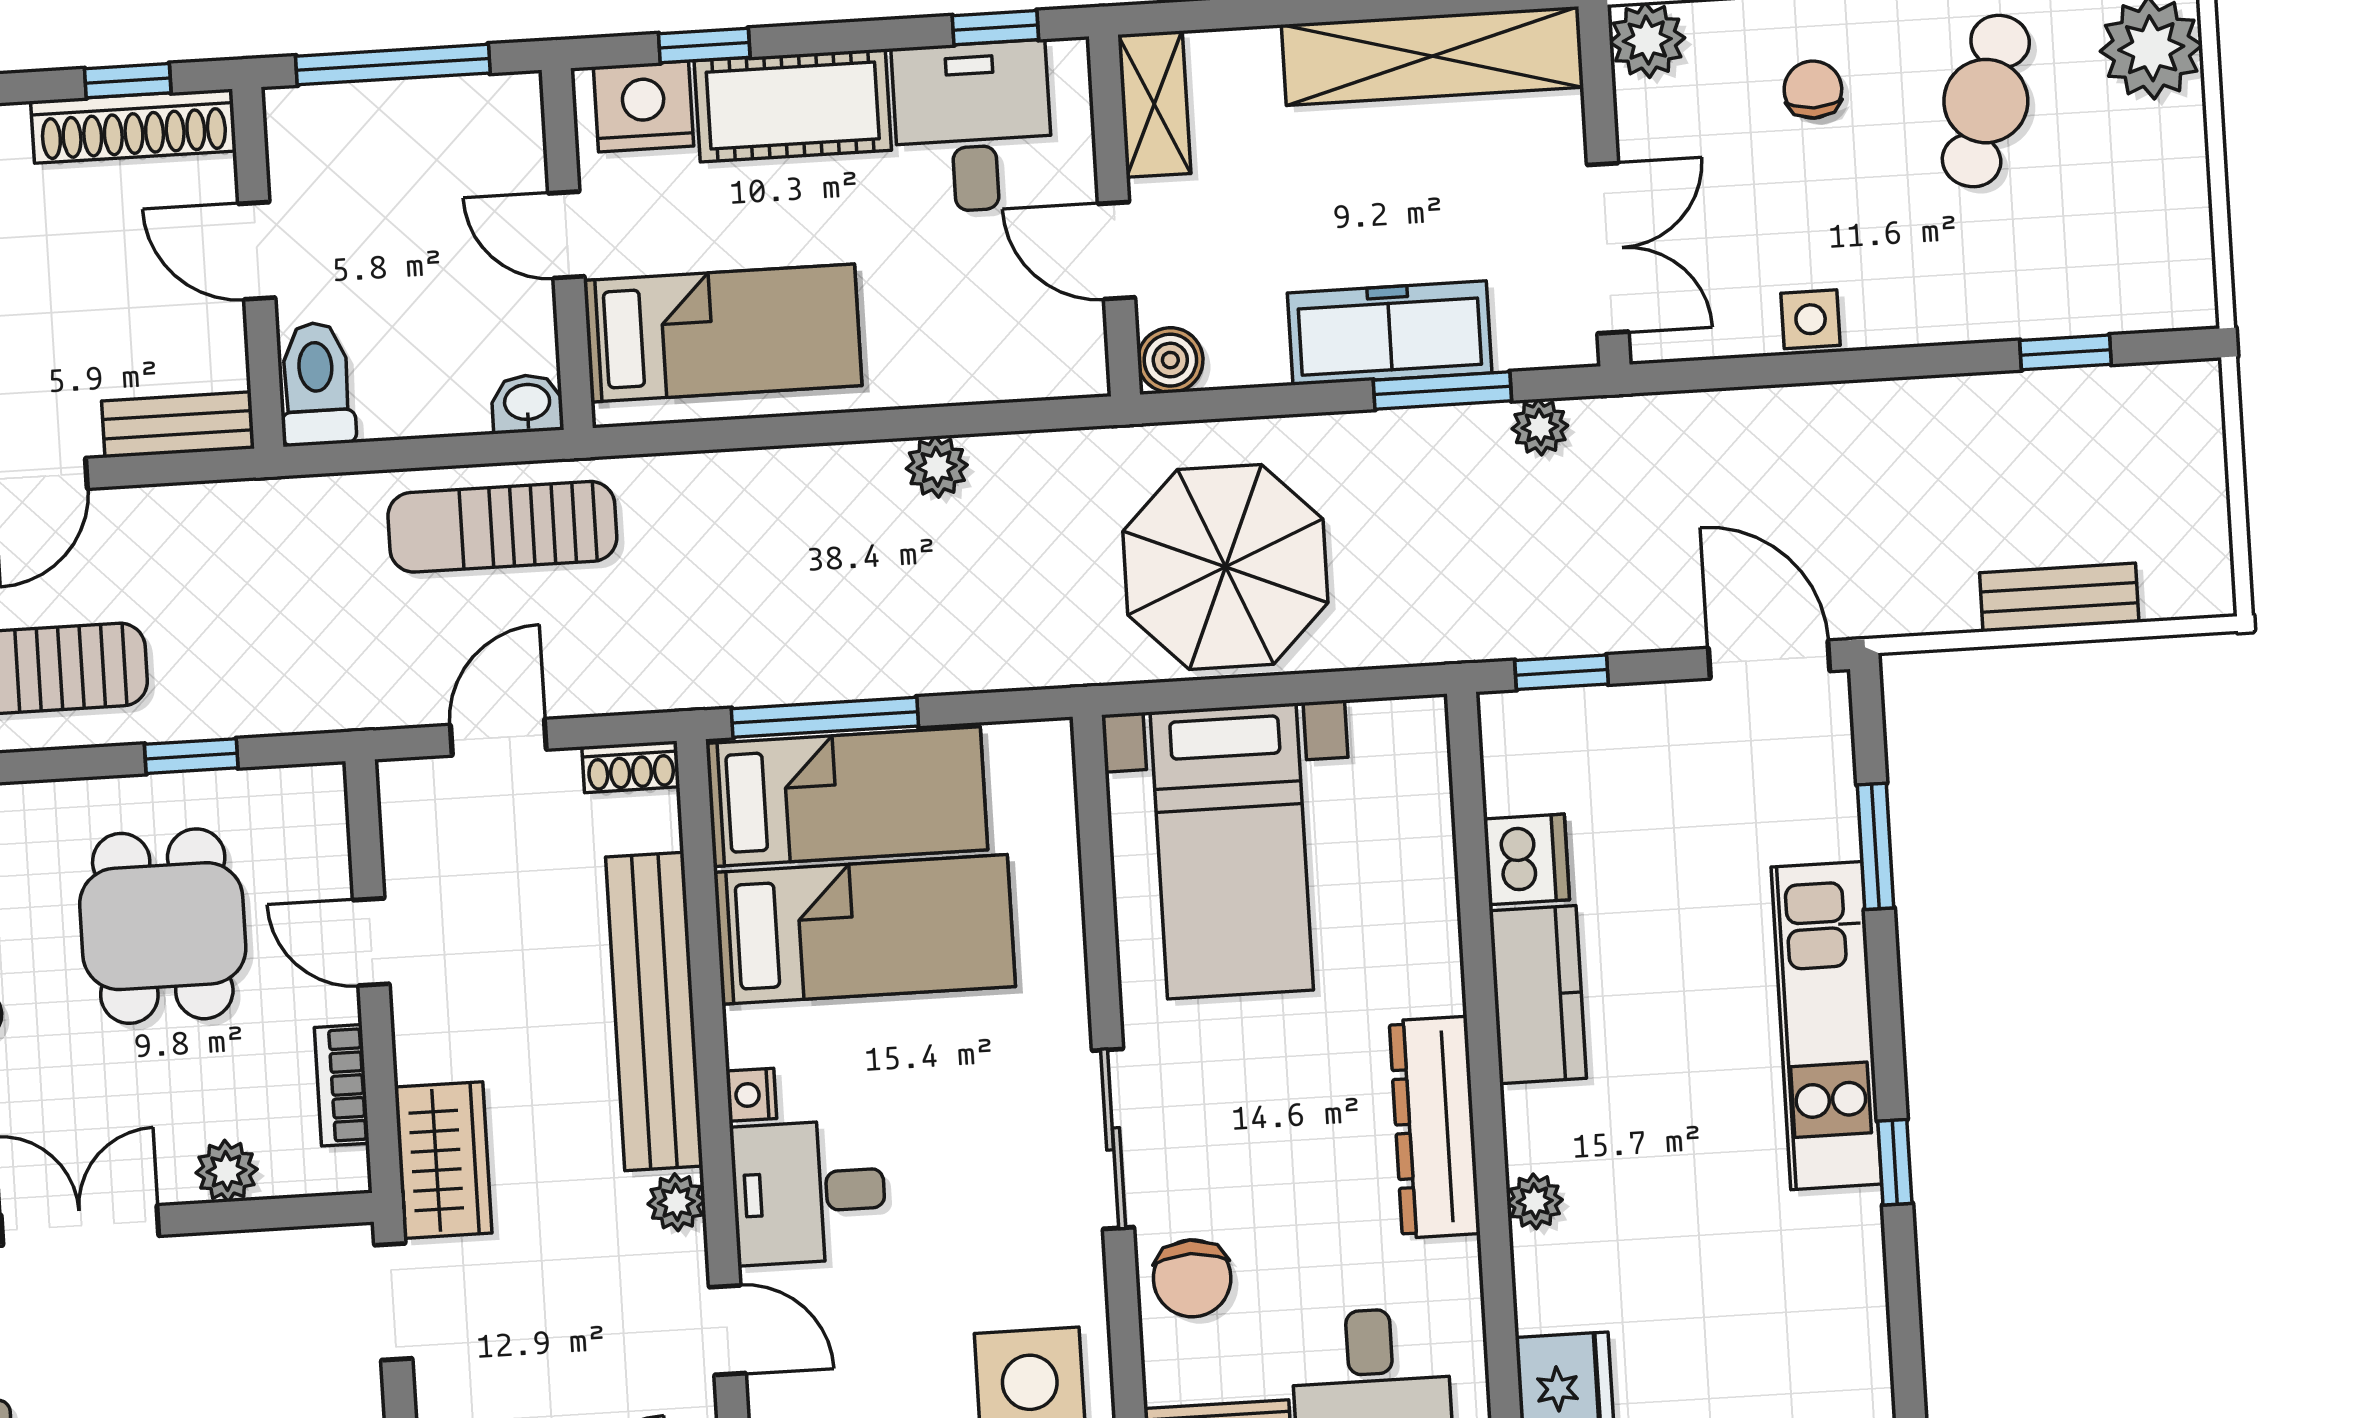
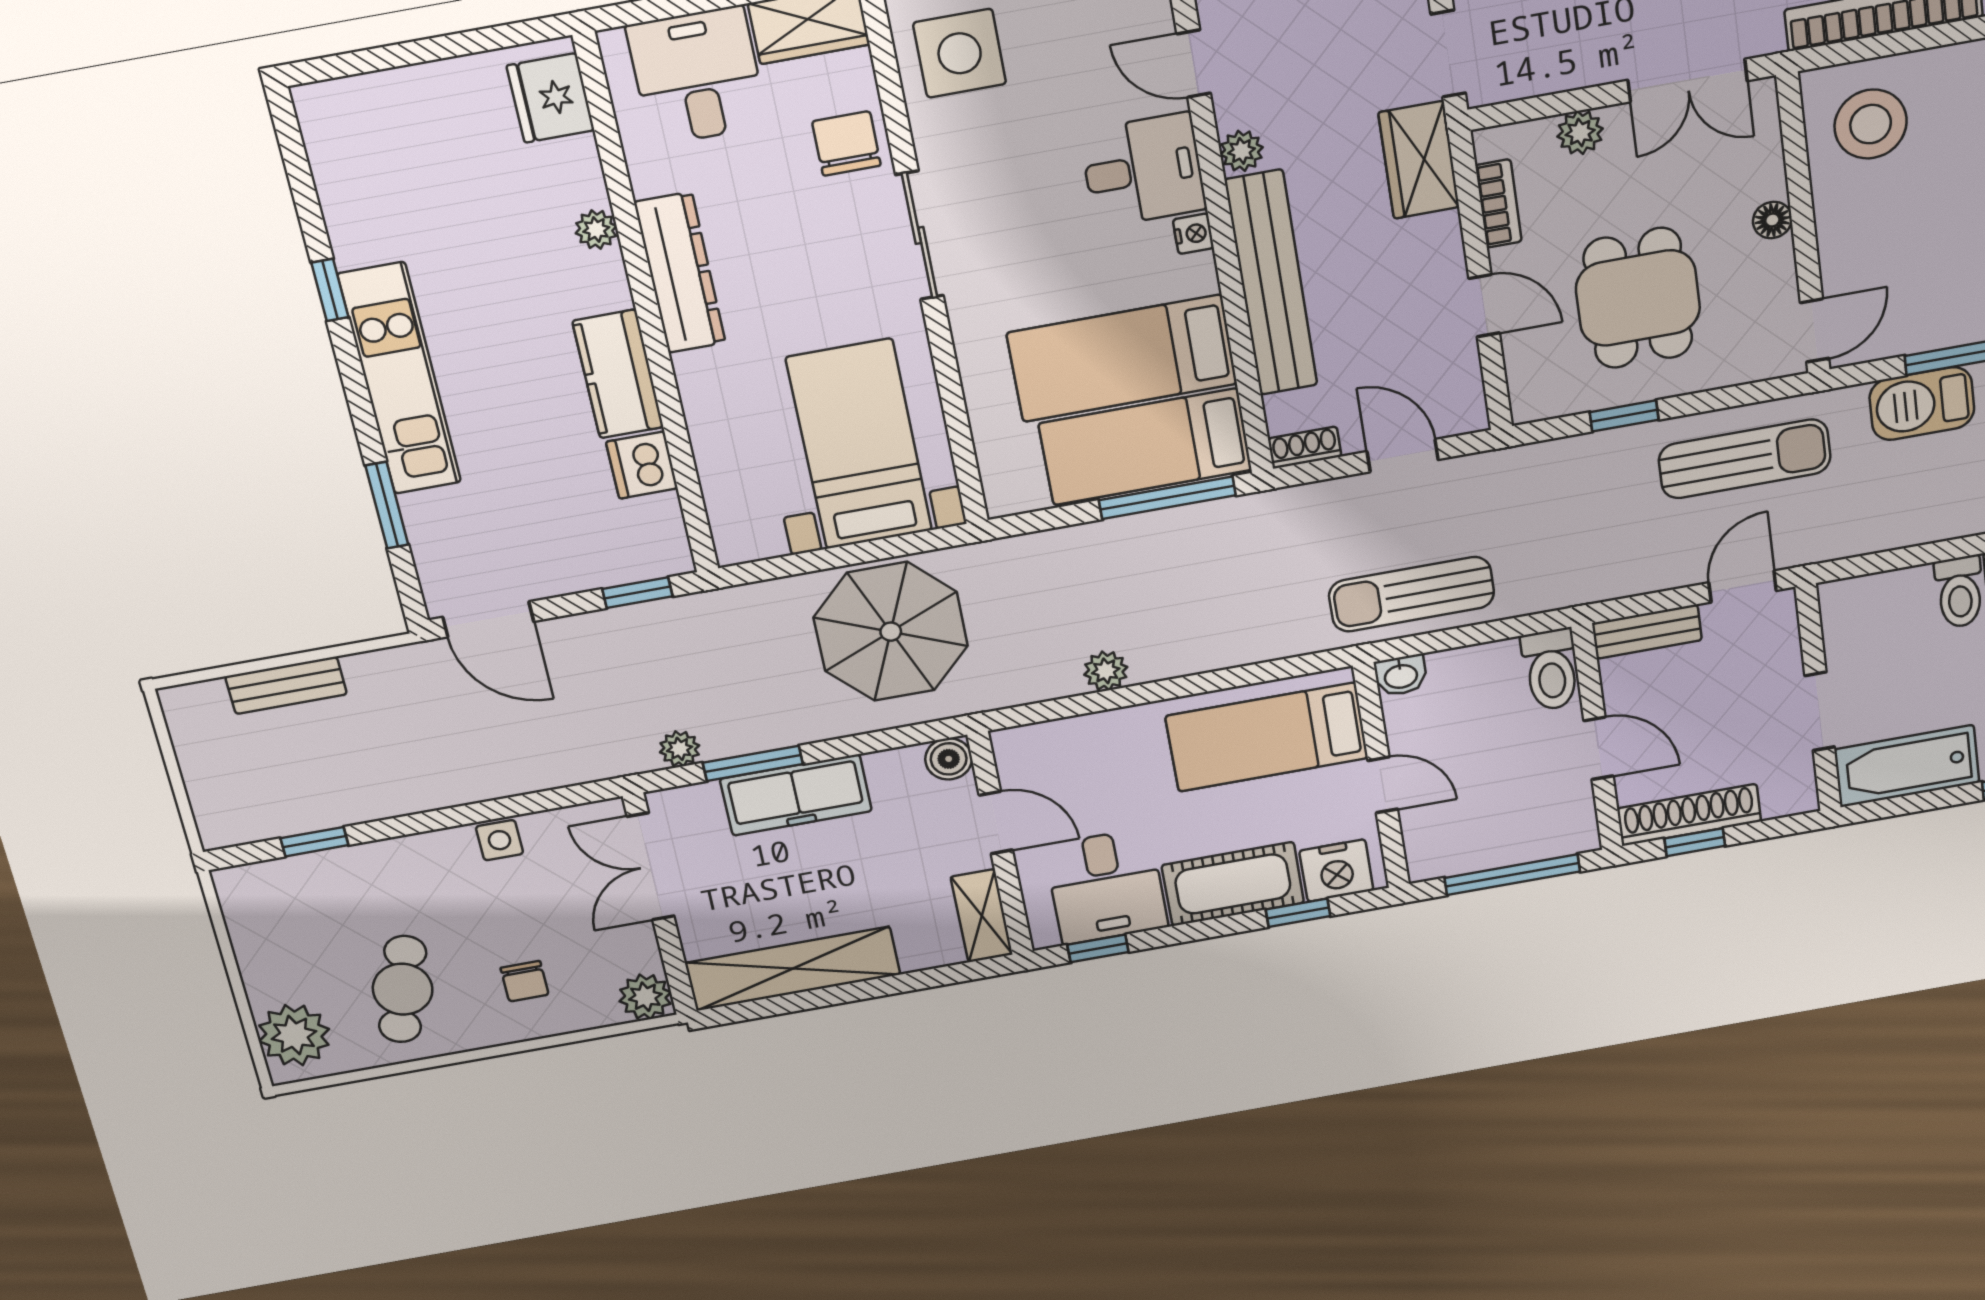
sun lounger: (502, 527) -> (1412, 594), turned 180
door: (498, 737) -> (1403, 456), swing flipped

